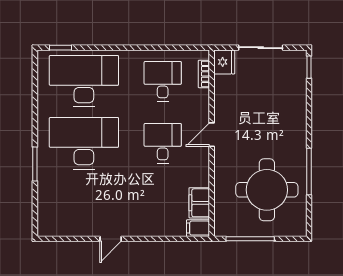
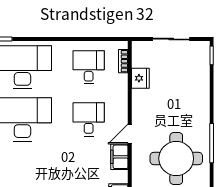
fridge: (224, 62) -> (140, 78), moved
door: (212, 135) -> (130, 134), moved
filing cabinet: (199, 203) -> (119, 157), moved

